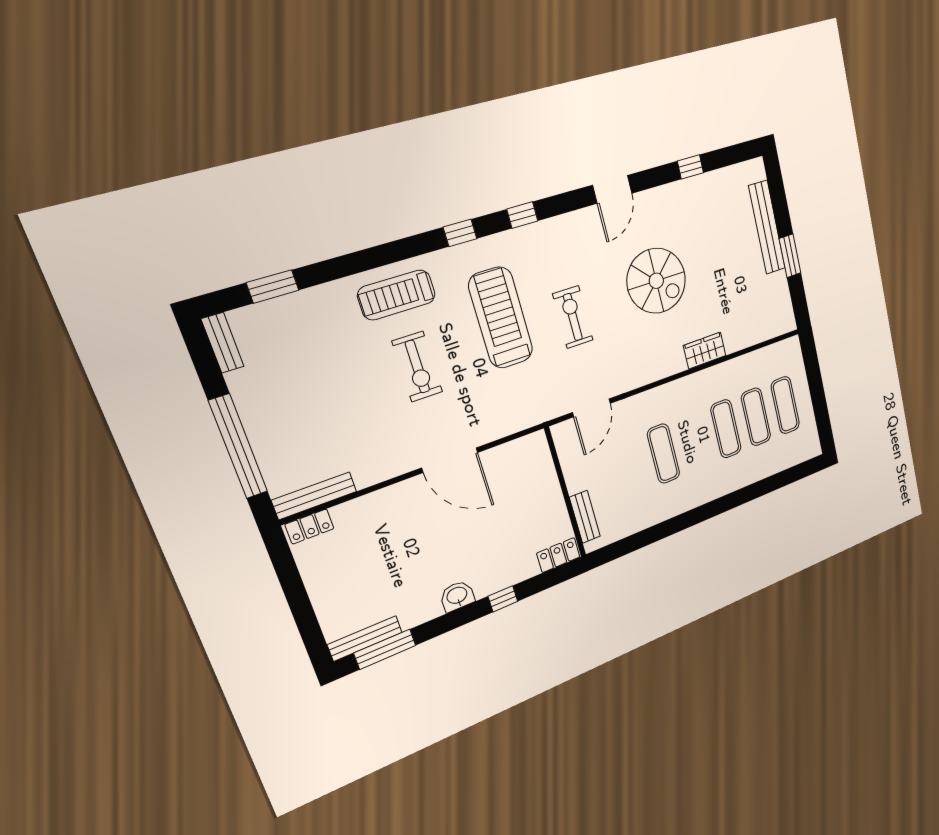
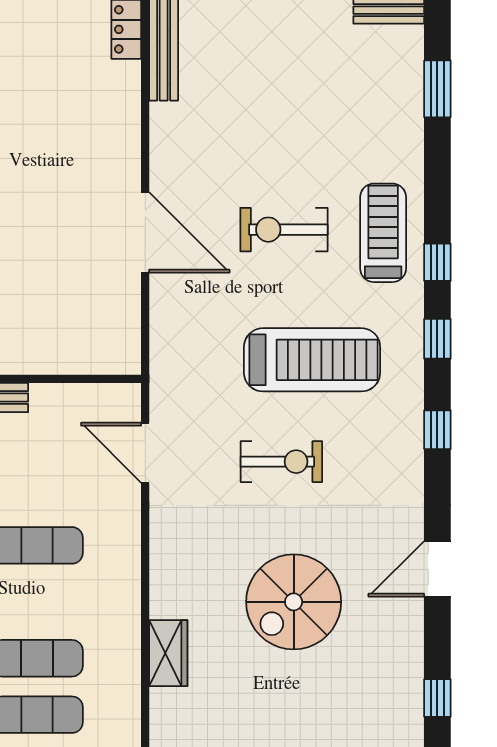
door: (612, 189) -> (437, 569), hinge flipped
window: (405, 249) -> (437, 262), added
door: (450, 460) -> (145, 232), swing flipped

